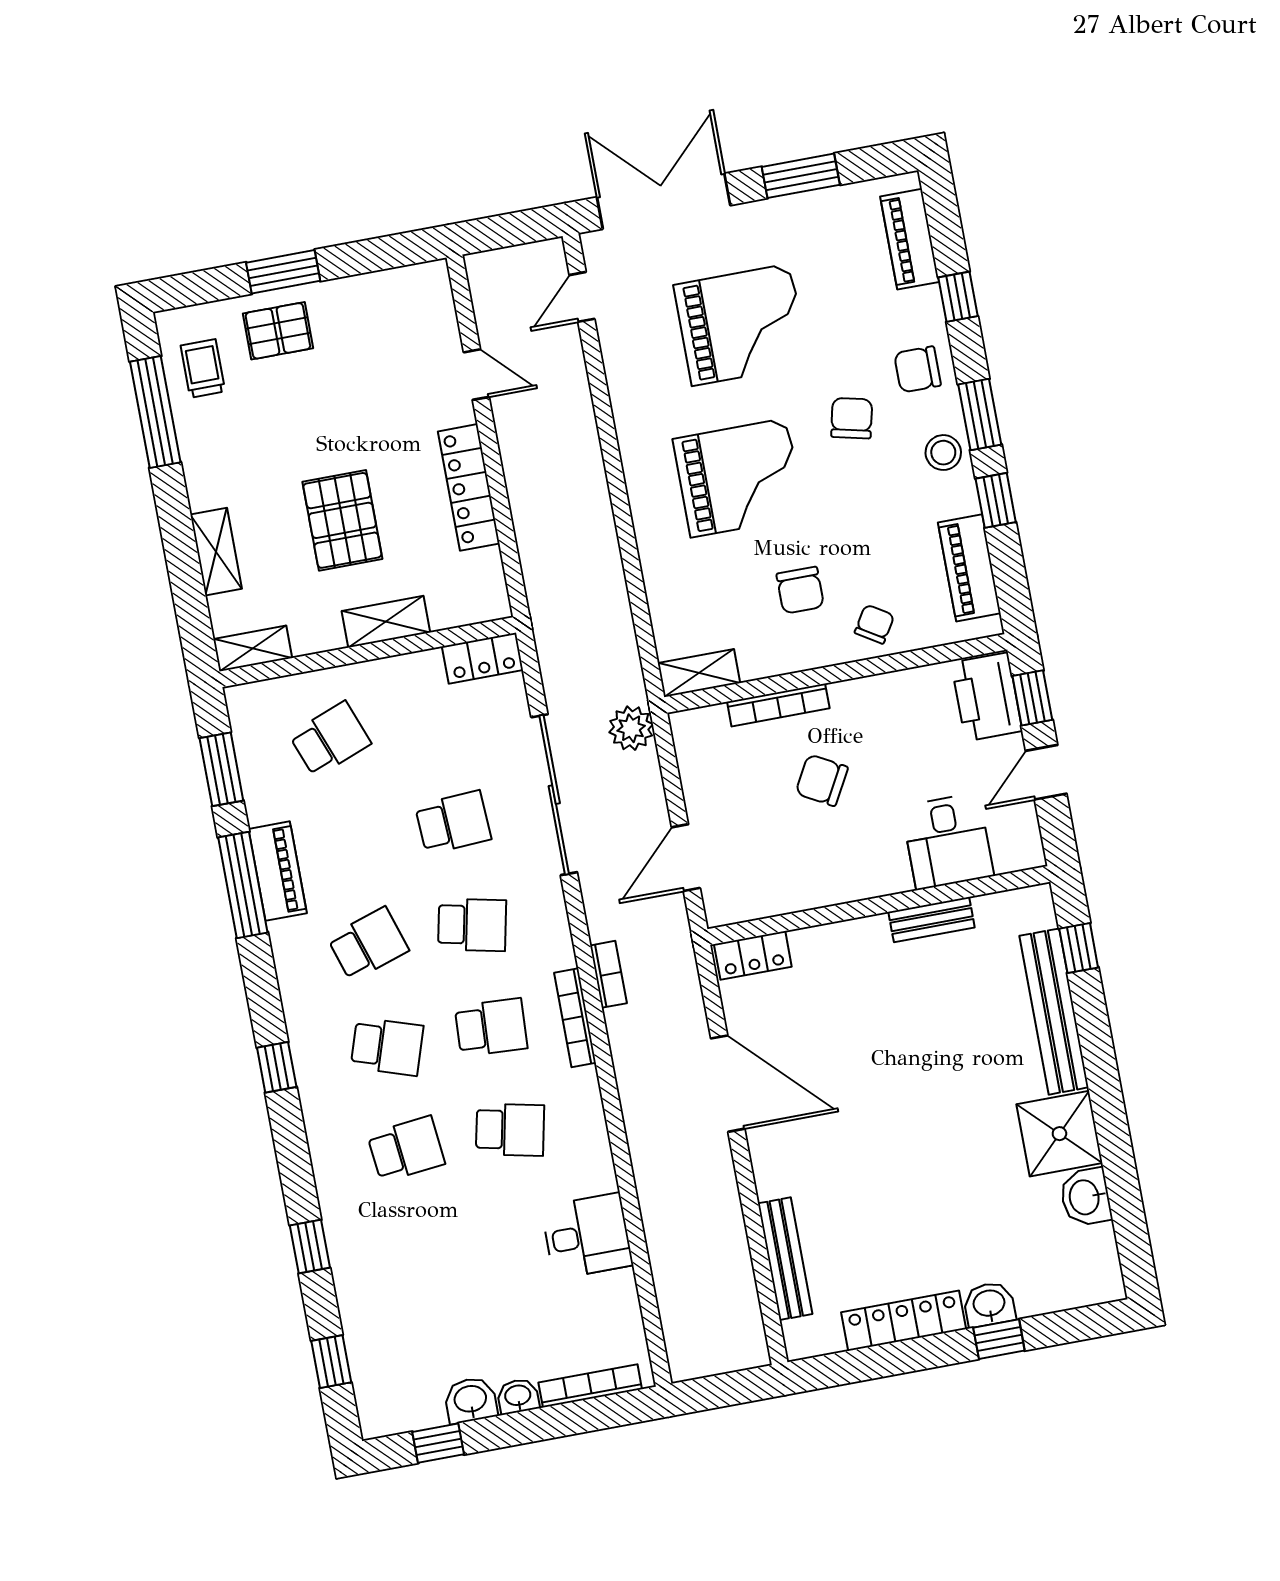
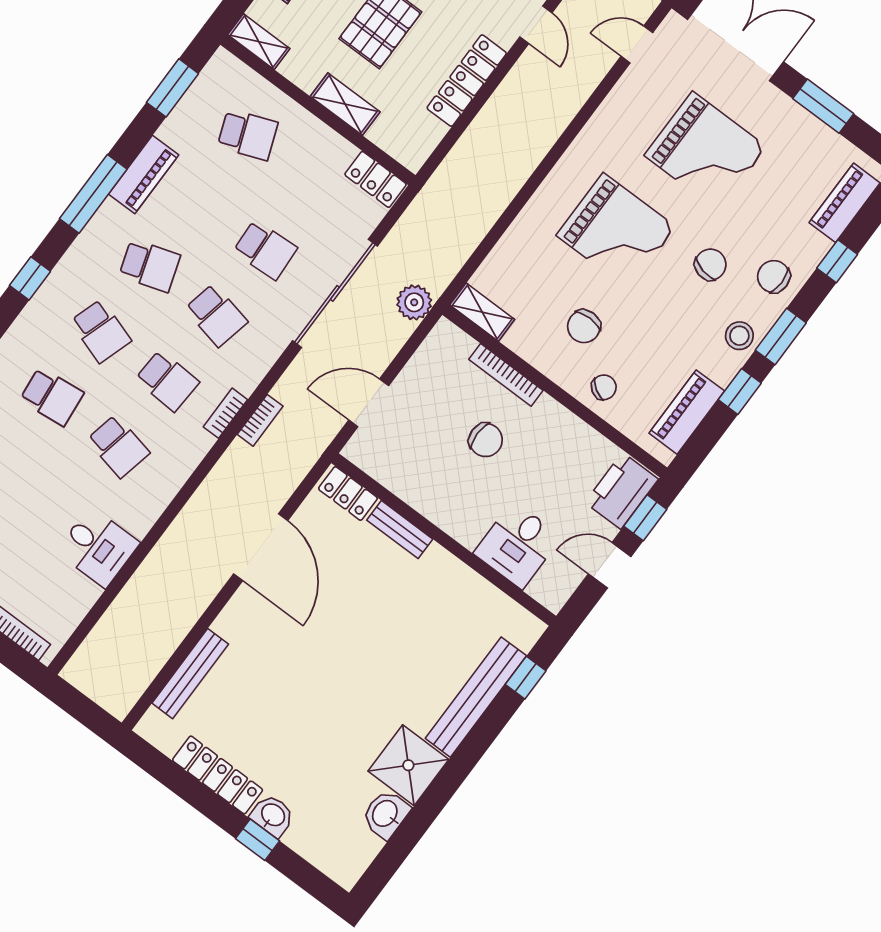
chair: (822, 780) -> (486, 440), turned 151
window: (243, 885) -> (93, 194), moved
bench: (931, 920) -> (400, 530), moved
bookcase: (575, 1018) -> (225, 413), width x0.64

